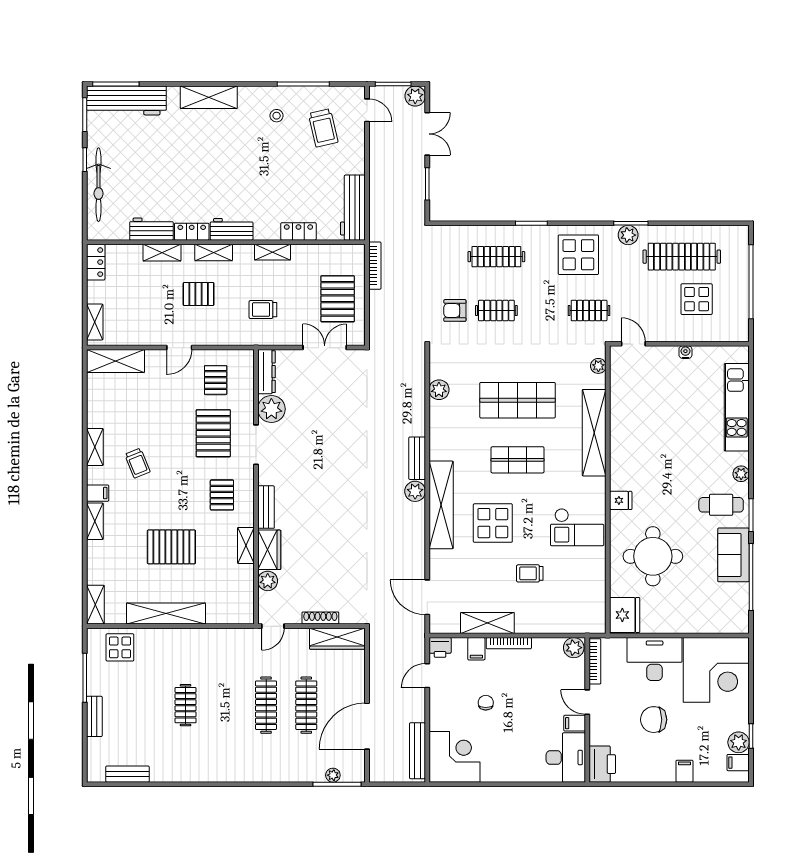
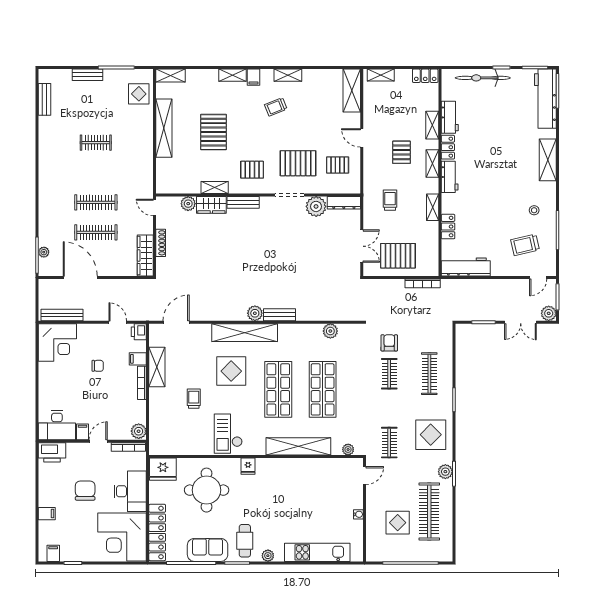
shop shelf: (518, 460) -> (278, 389), width x1.43, depth x1.36
locker: (710, 623) -> (157, 532), added
plant: (739, 742) -> (68, 554), removed

